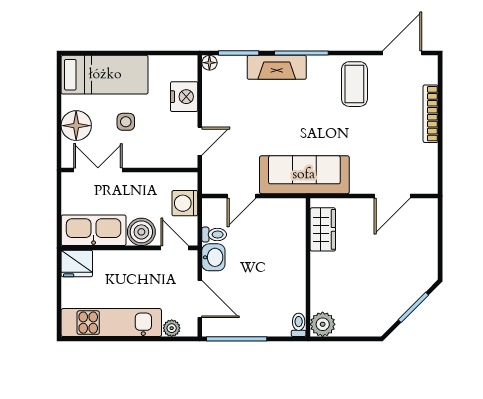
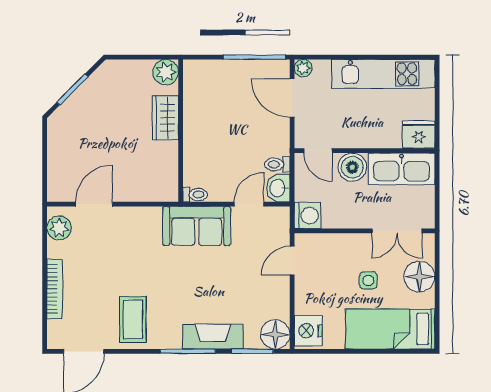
floor lamp: (209, 63) -> (275, 334), width x1.89, depth x1.89
nightstand: (184, 97) -> (308, 331), moved
plant: (426, 173) -> (59, 228), added
sofa: (304, 175) -> (197, 226), width x0.73
washing machine: (185, 203) -> (308, 216), moved
wardrobe: (323, 229) -> (165, 118), moved
washbasin: (213, 257) -> (278, 188), moved
toilet: (299, 325) -> (195, 194), moved, turned -90
plant: (172, 328) -> (303, 68), moved

